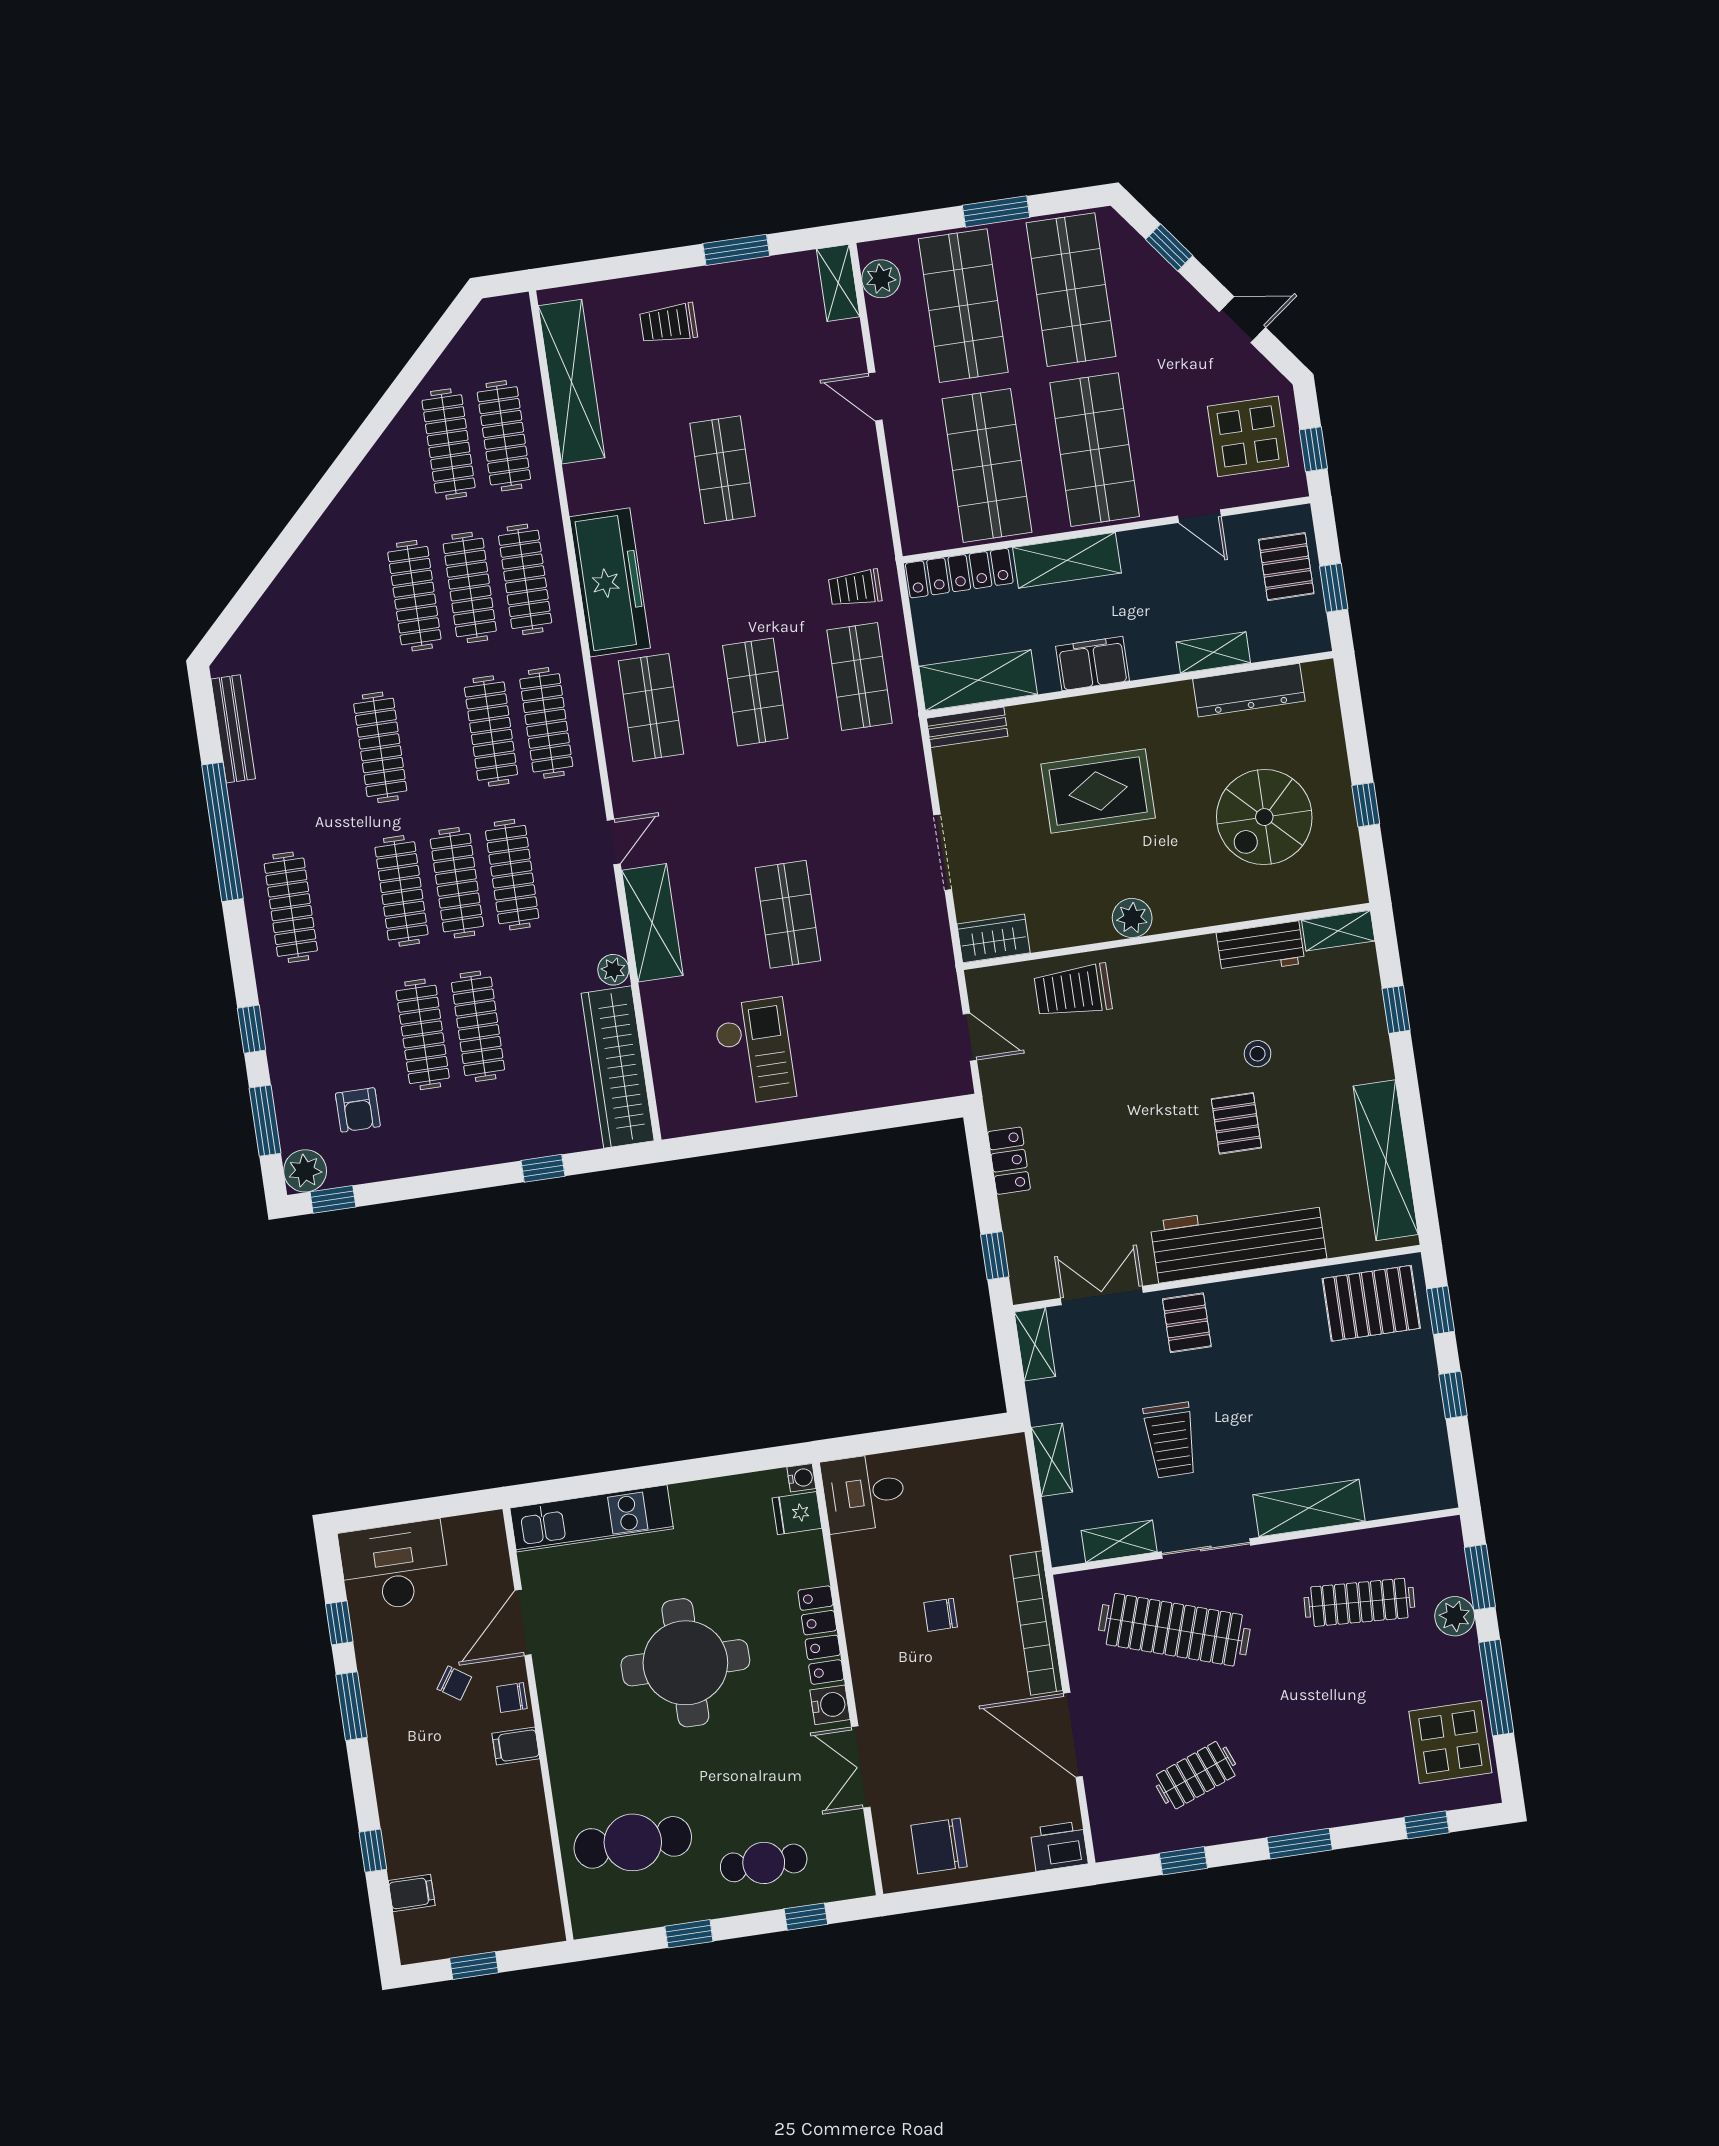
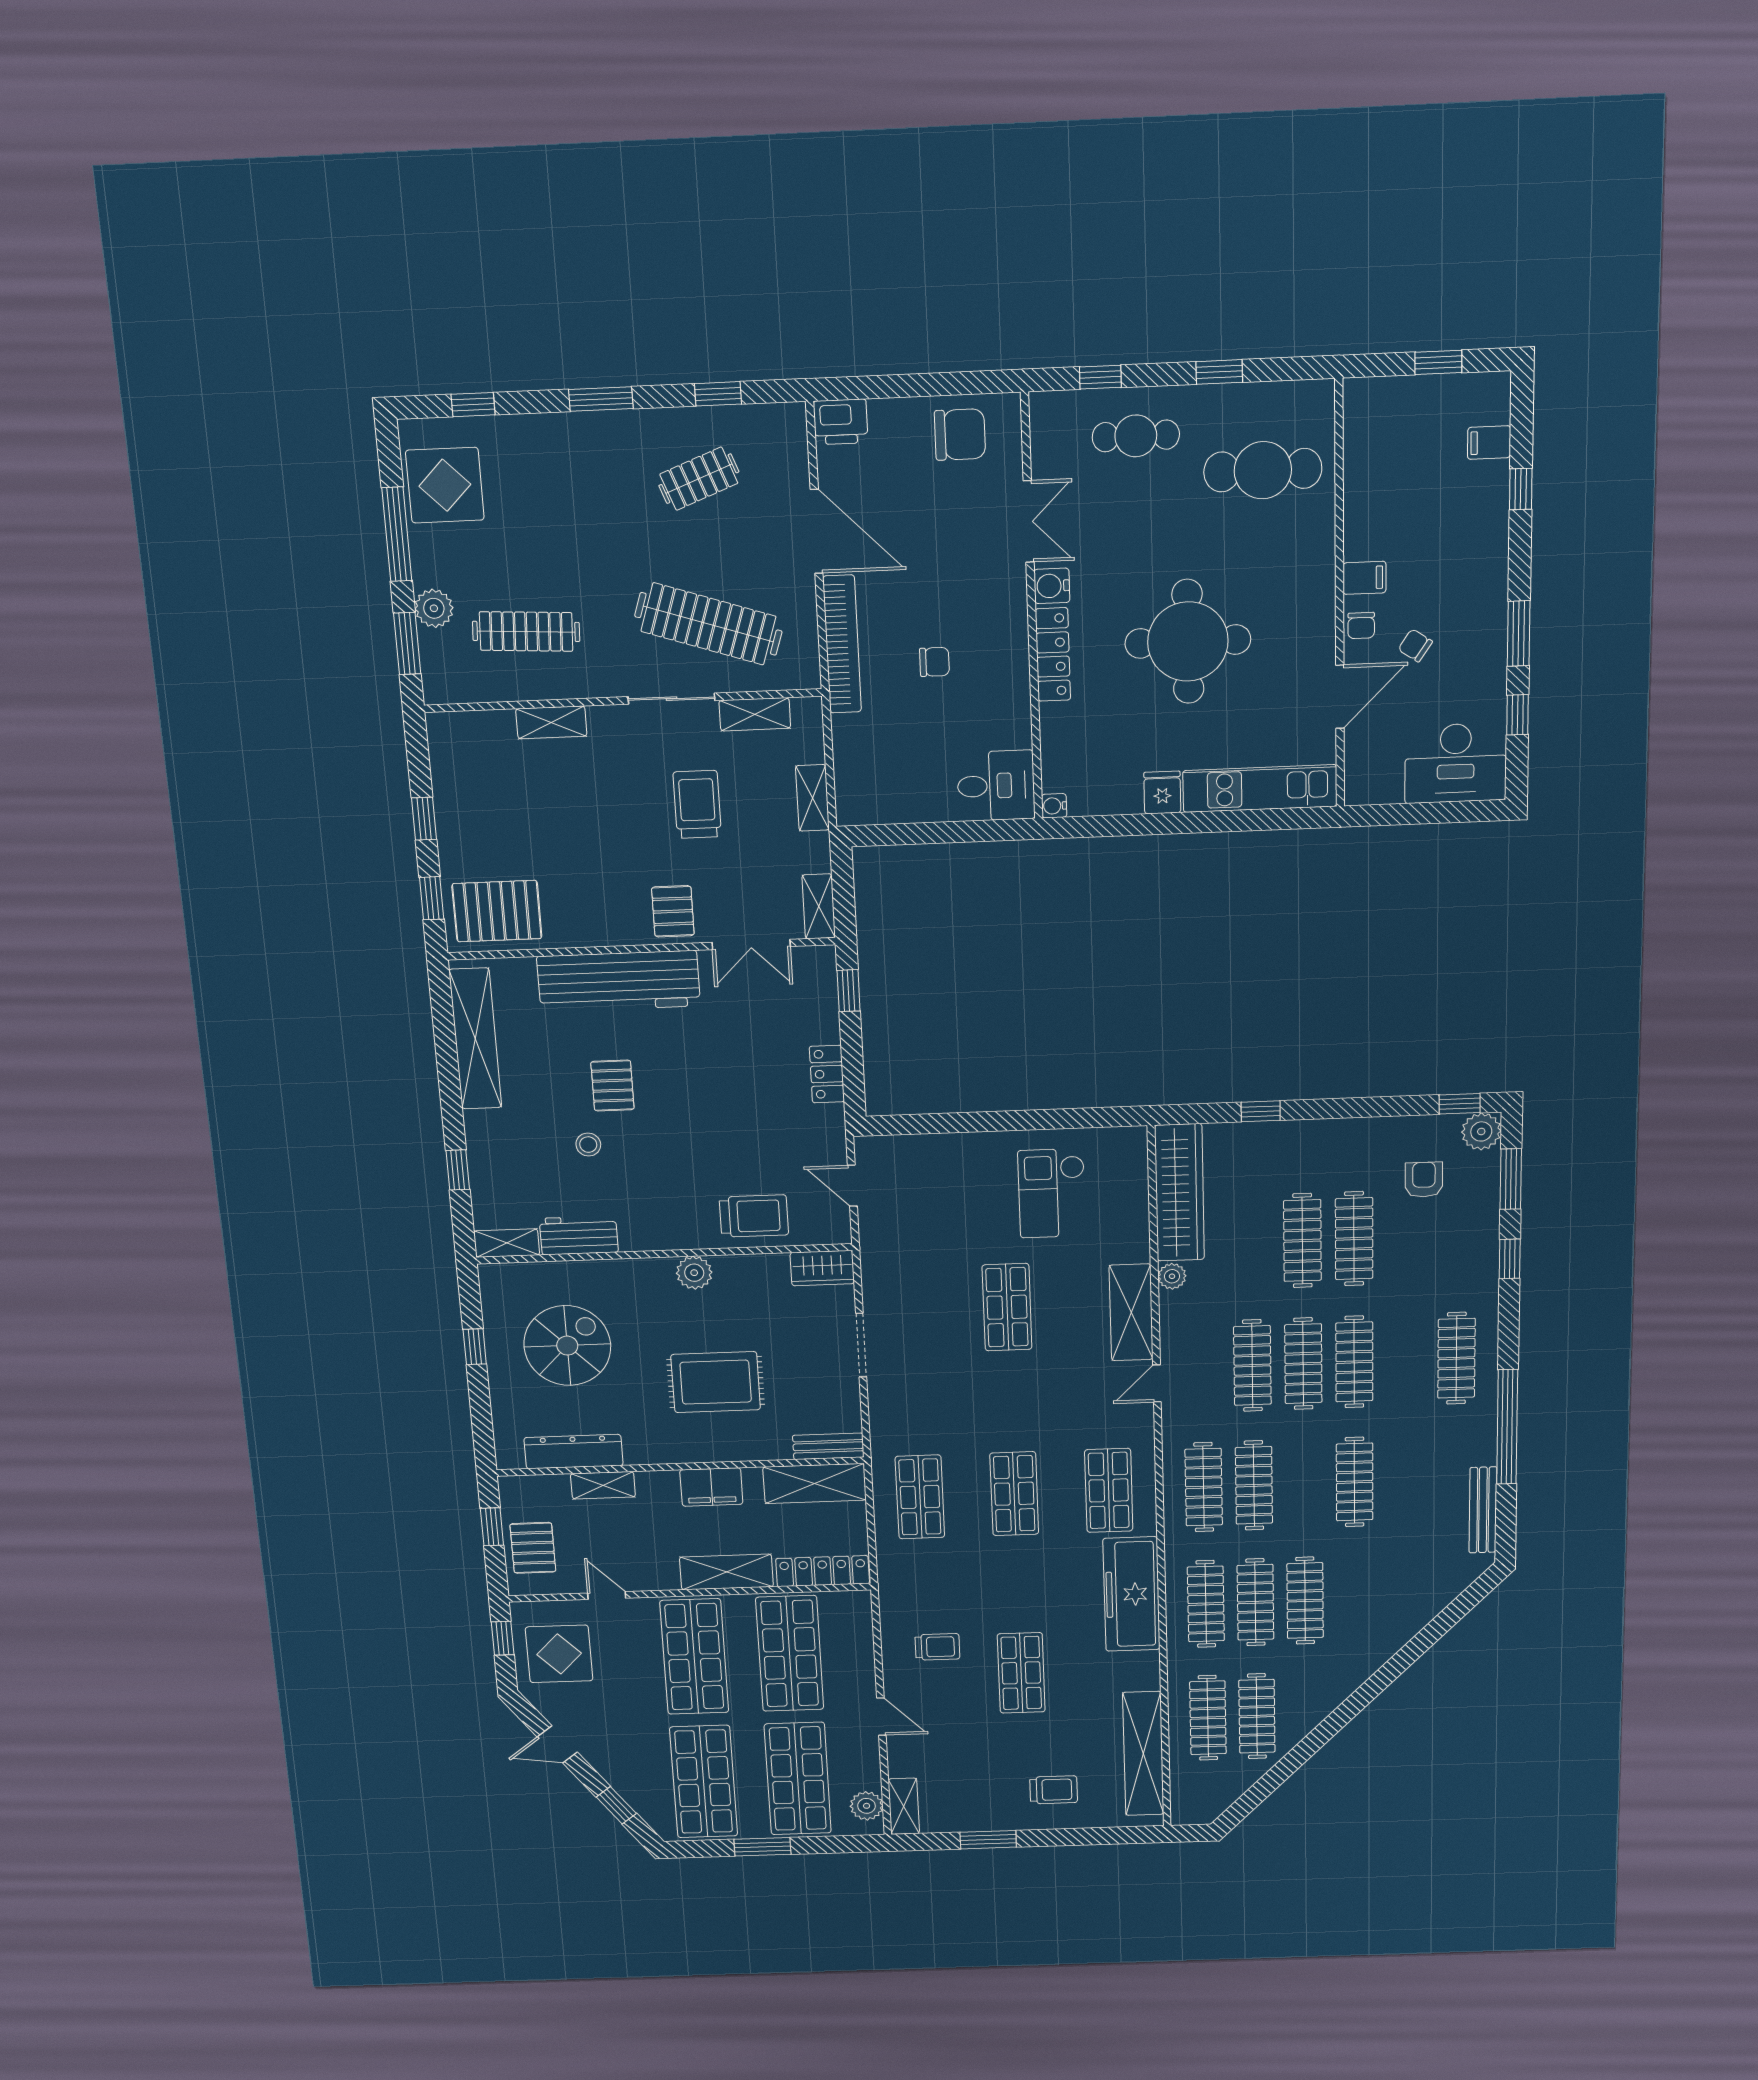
trolley: (855, 588) -> (937, 1647), moved
shelving: (1309, 1508) -> (551, 722), width x0.67, depth x0.75
fridge: (797, 1513) -> (1162, 793), moved, turned -90
chair: (512, 1697) -> (1361, 626), turned 90

